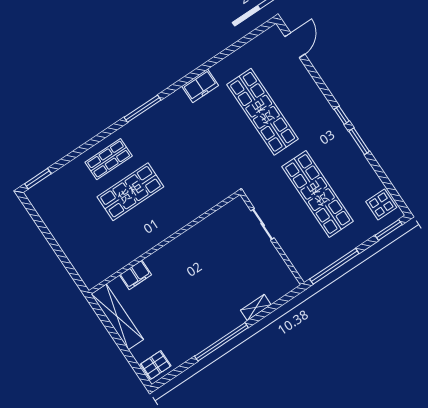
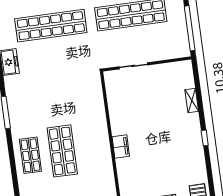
filing cabinet: (135, 275) -> (121, 147), moved
window: (221, 342) -> (205, 138), width x0.32

